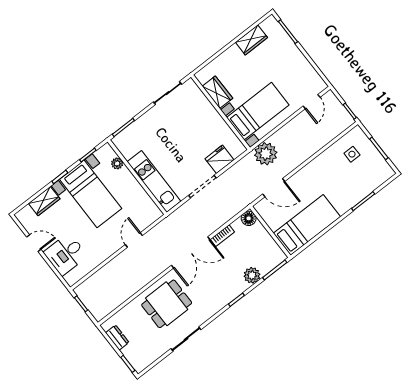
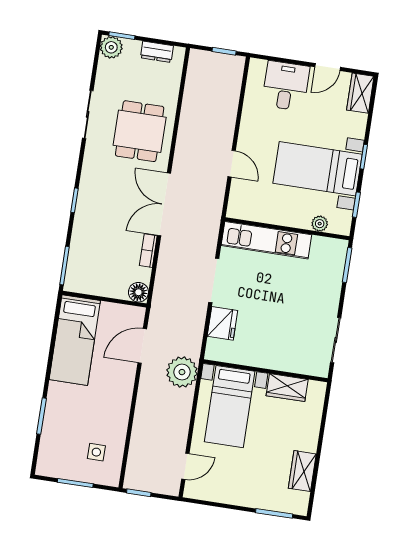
door: (312, 102) -> (185, 466), swing flipped
wardrobe: (44, 201) -> (360, 93), moved
plant: (252, 275) -> (111, 47), moved

